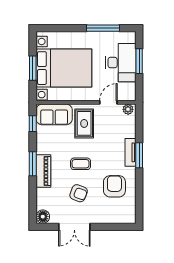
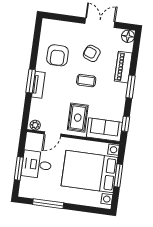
desk: (121, 63) -> (37, 165), width x0.73
piano: (43, 171) -> (123, 67), moved

